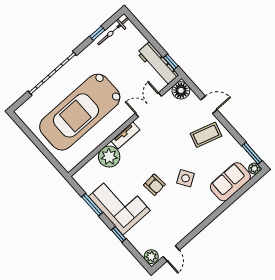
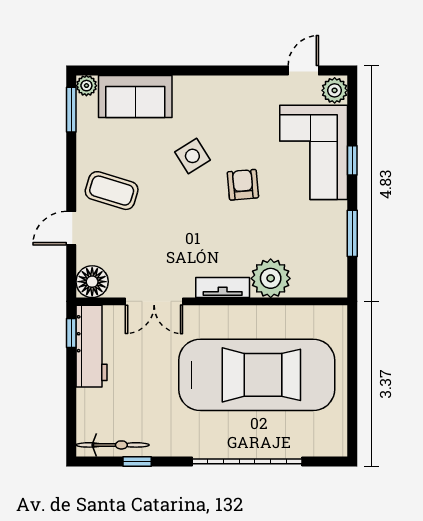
door: (209, 105) -> (71, 228), hinge flipped
corner sofa: (119, 204) -> (314, 152), moved

